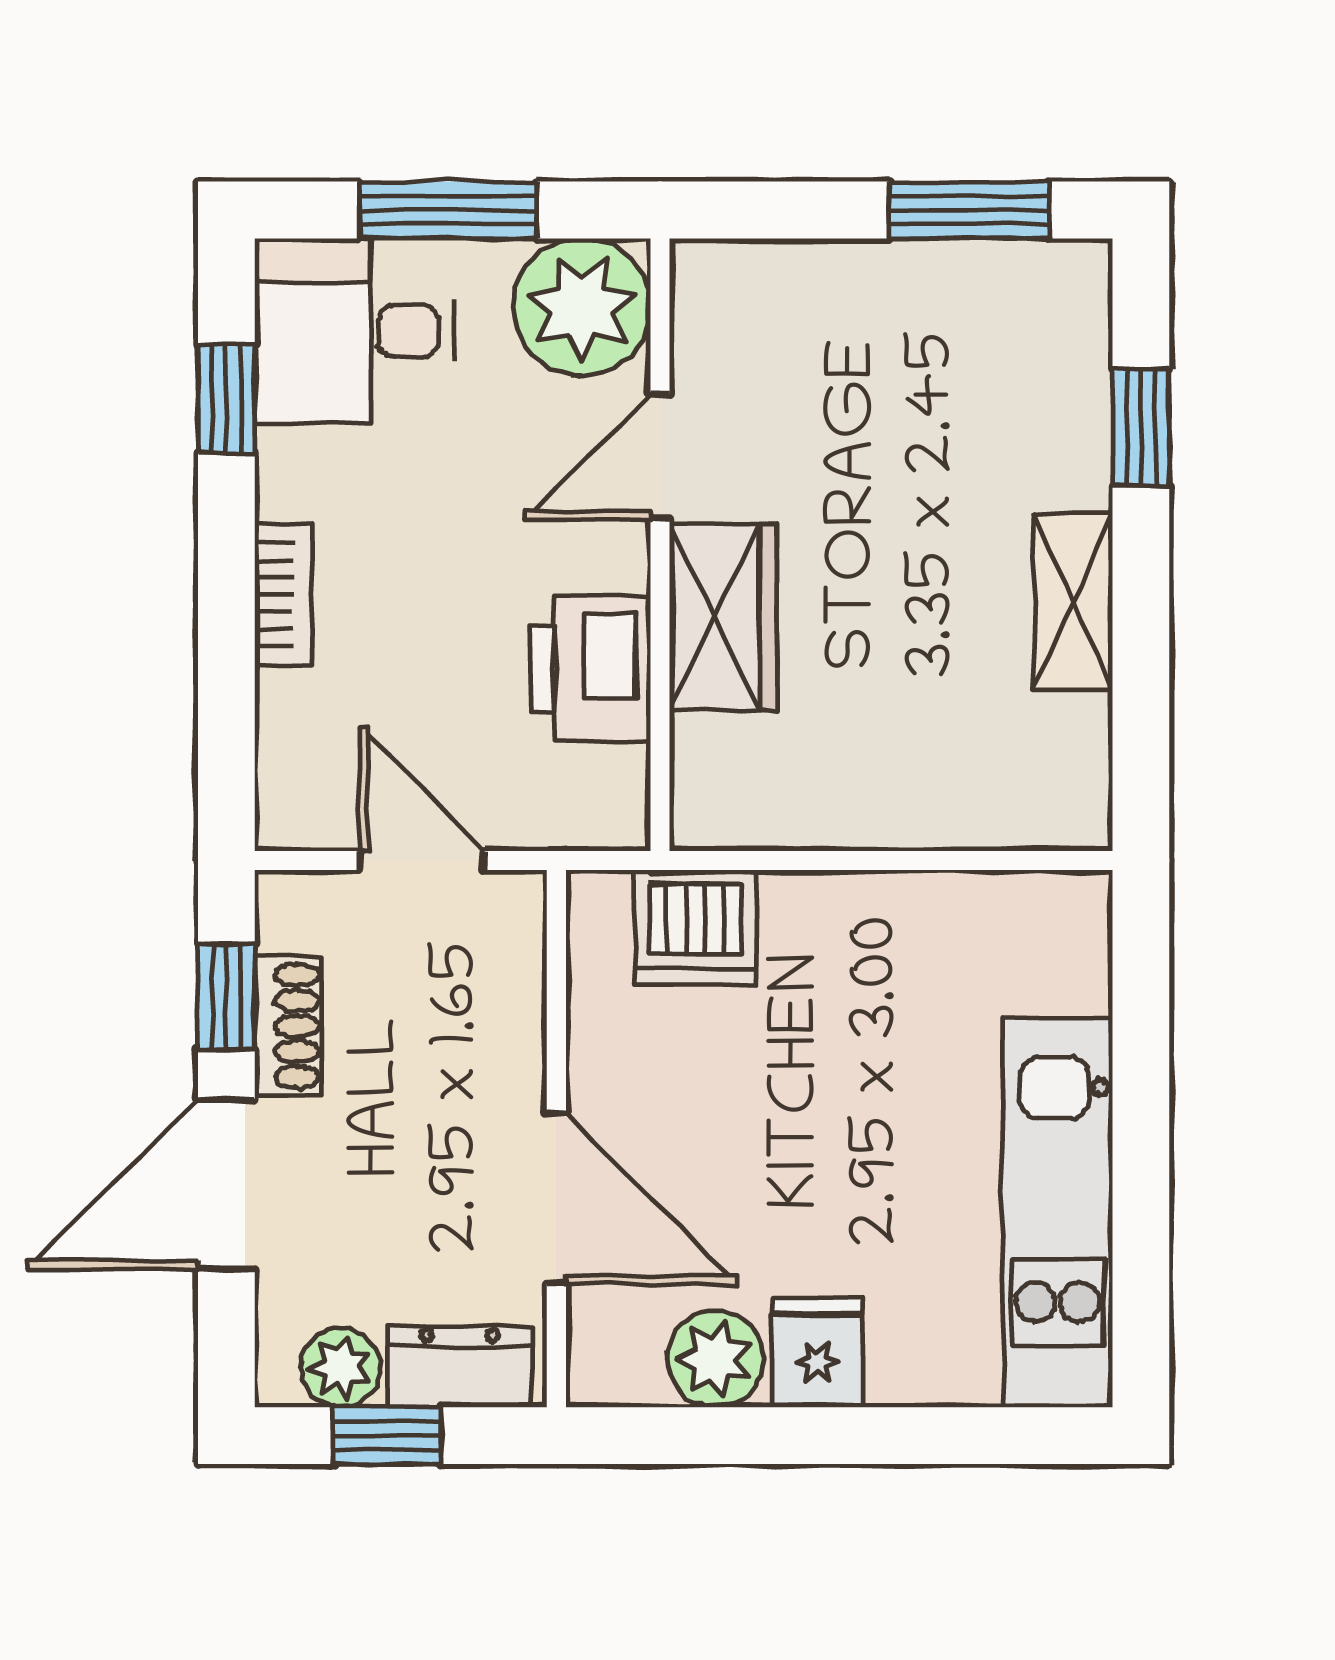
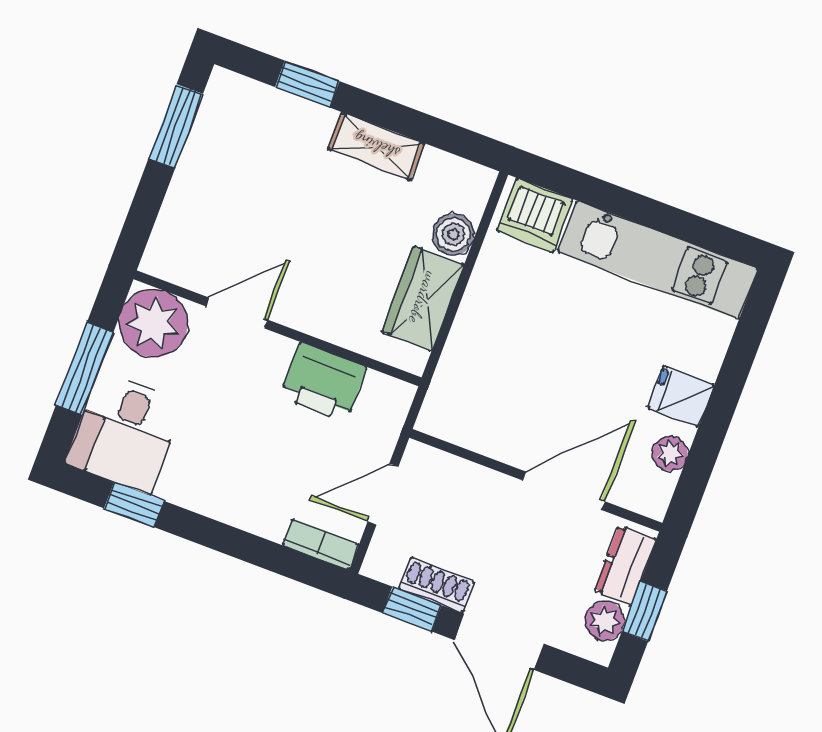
door: (660, 457) -> (237, 313), swing flipped
bookcase: (283, 594) -> (321, 545), moved
wardrobe: (723, 617) -> (423, 298), moved, turned -90
boiler: (961, 809) -> (453, 234), added
dishwasher: (695, 927) -> (535, 215), moved, turned 90
plant: (715, 1359) -> (670, 453), width x0.73, depth x0.73

